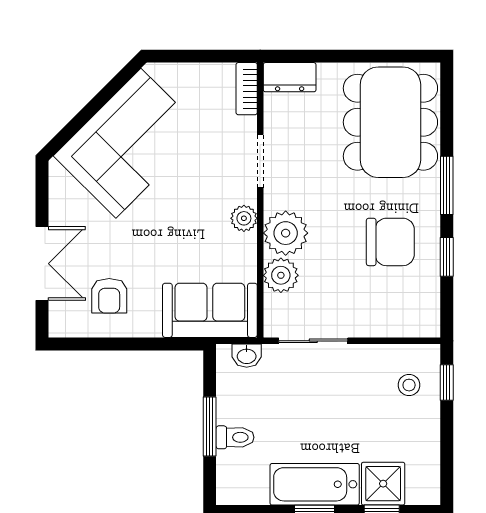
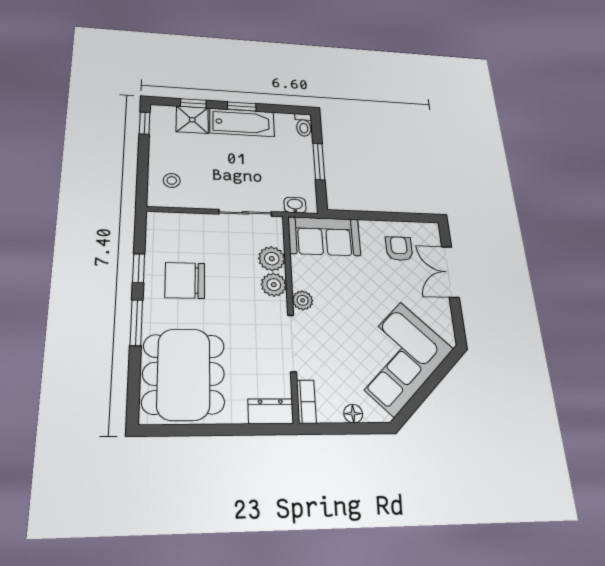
floor lamp: (191, 74) -> (353, 414), added
doorway: (260, 161) -> (292, 343), width x1.38
plant: (286, 233) -> (274, 285), width x0.73, depth x0.73
window: (447, 382) -> (145, 123), moved
toilet: (235, 437) -> (304, 125), moved, turned -90

